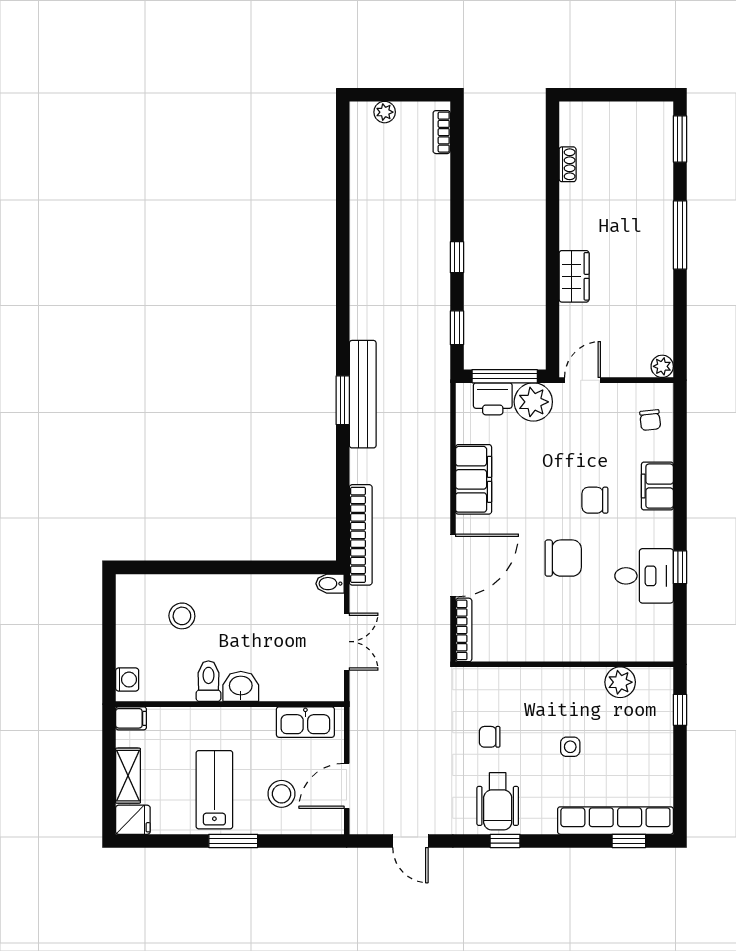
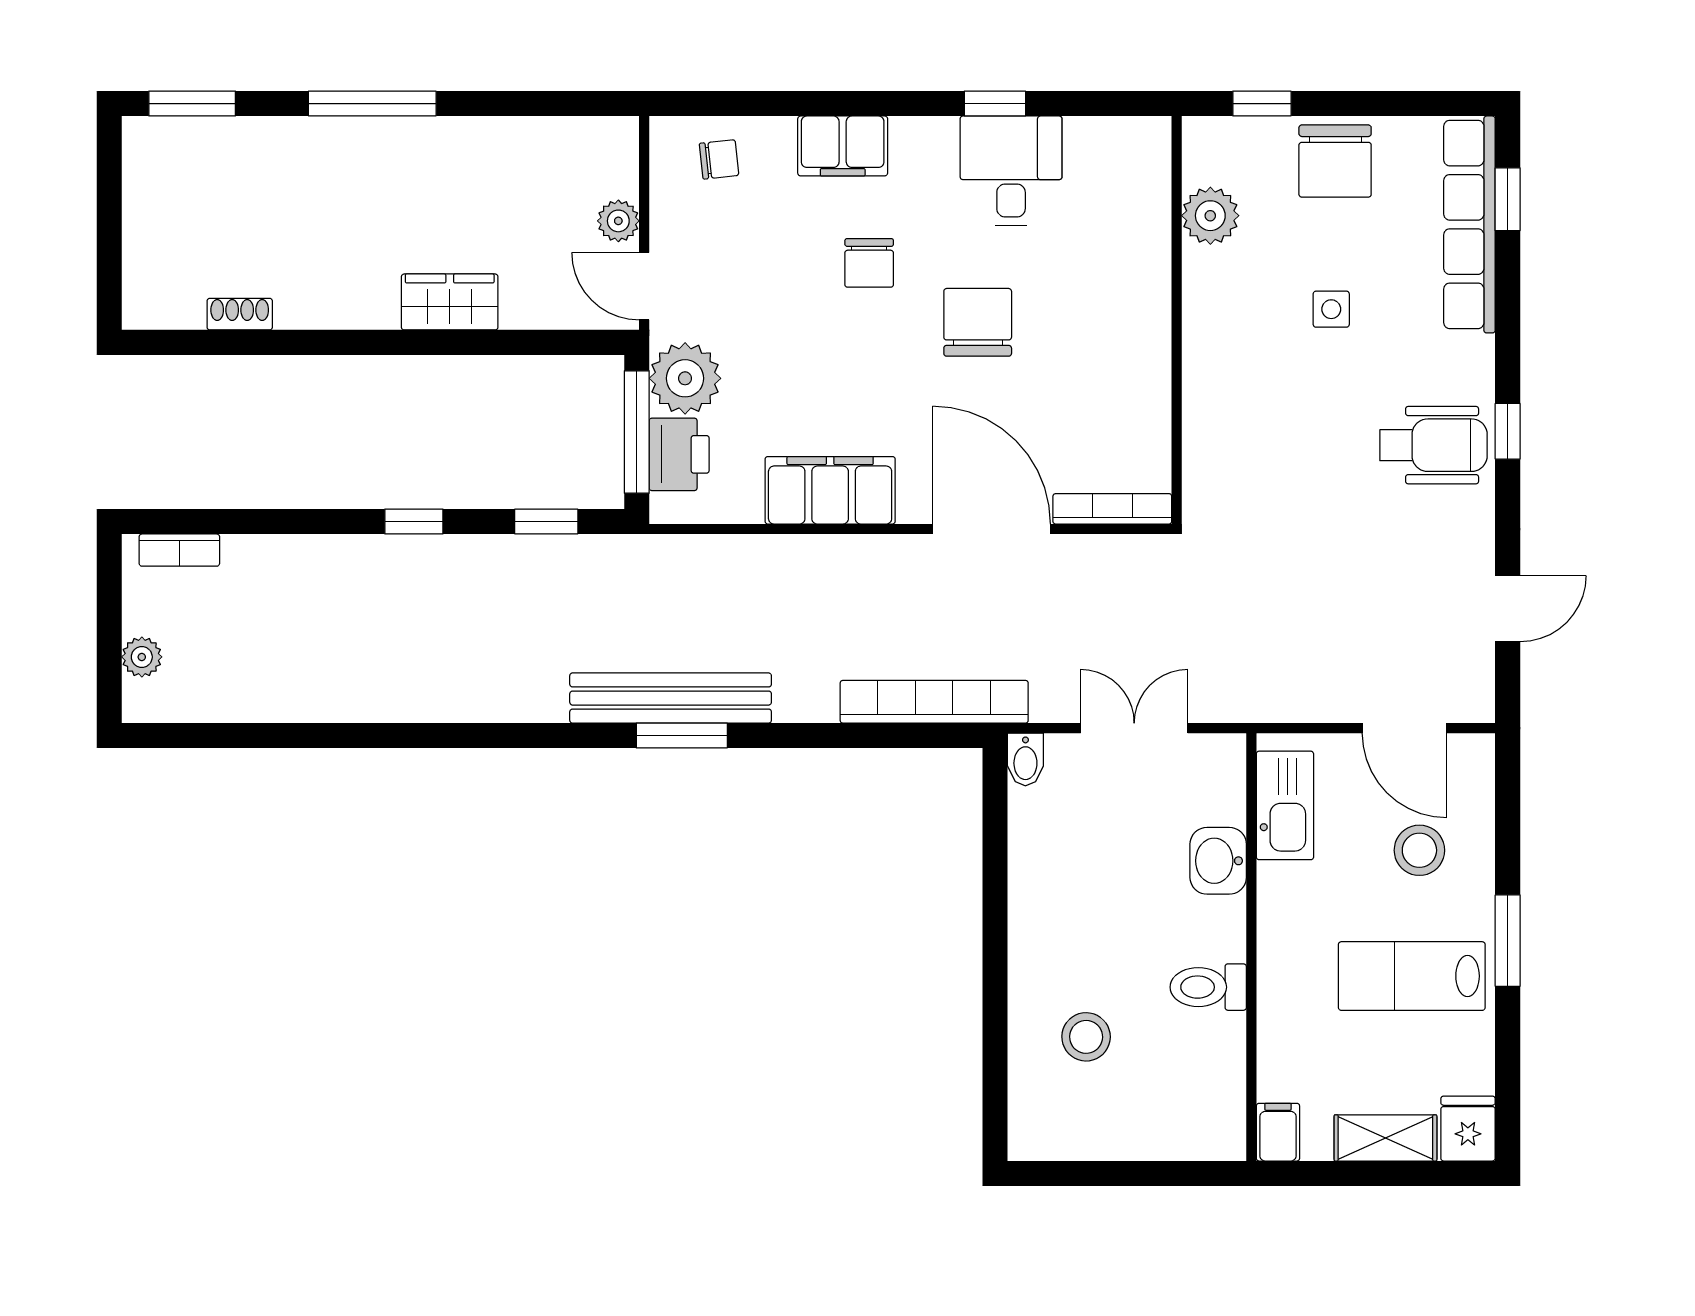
plant: (662, 366) -> (618, 221), moved
washing machine: (127, 680) -> (1205, 1139), removed
washbasin: (241, 686) -> (1218, 861), moved
chair: (490, 737) -> (1335, 161), moved, width x1.87, depth x1.87

